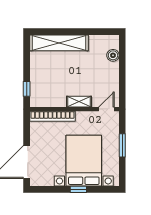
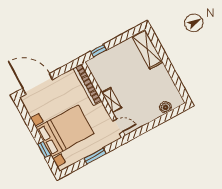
shelving: (59, 43) -> (147, 49), width x0.68
window: (78, 189) -> (44, 149), moved

